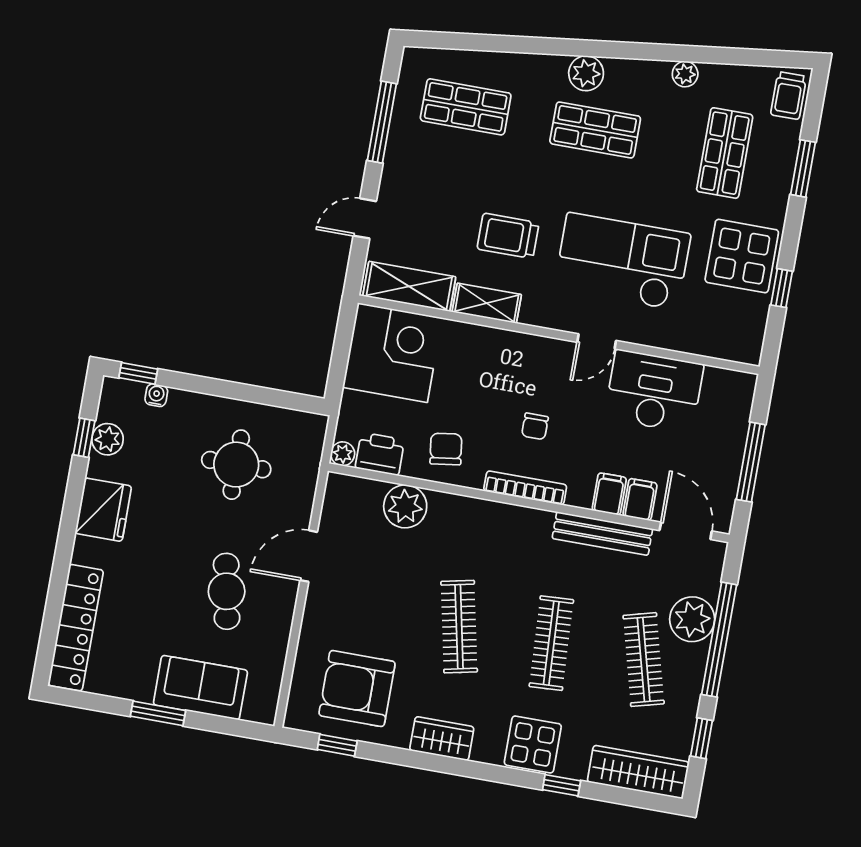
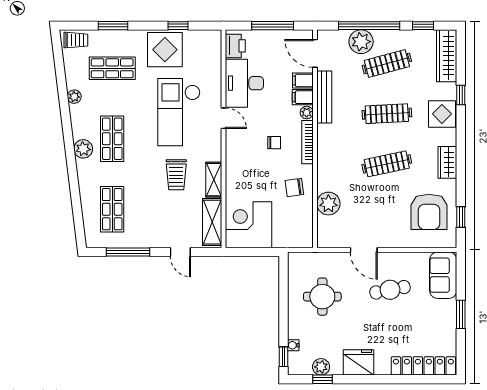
plant: (343, 454) -> (307, 113), moved
printer: (380, 454) -> (235, 46), moved, turned 180
door: (686, 531) -> (315, 53), hinge flipped
sofa: (200, 687) -> (443, 275), moved

